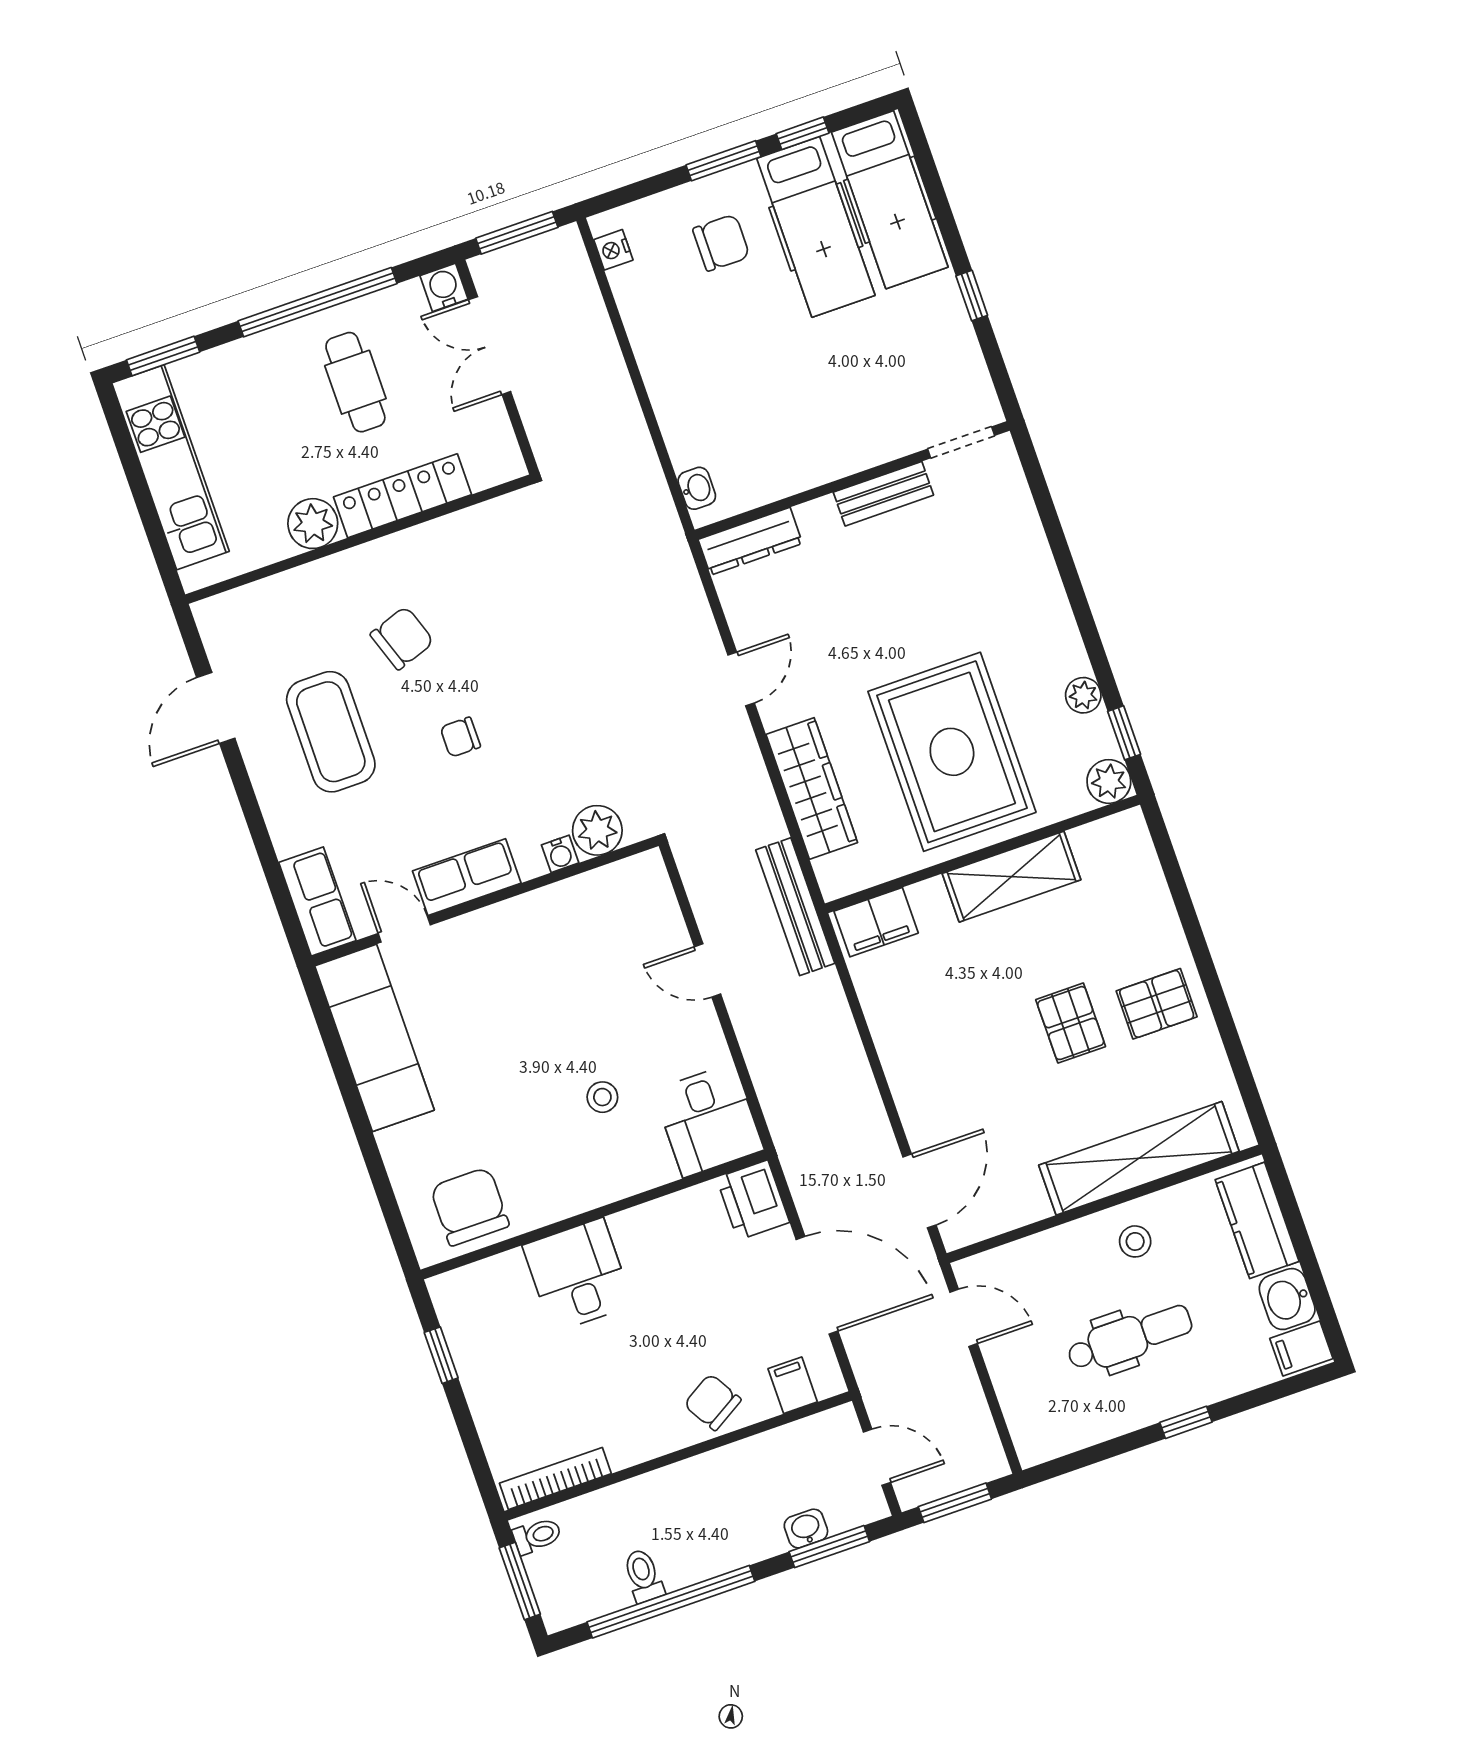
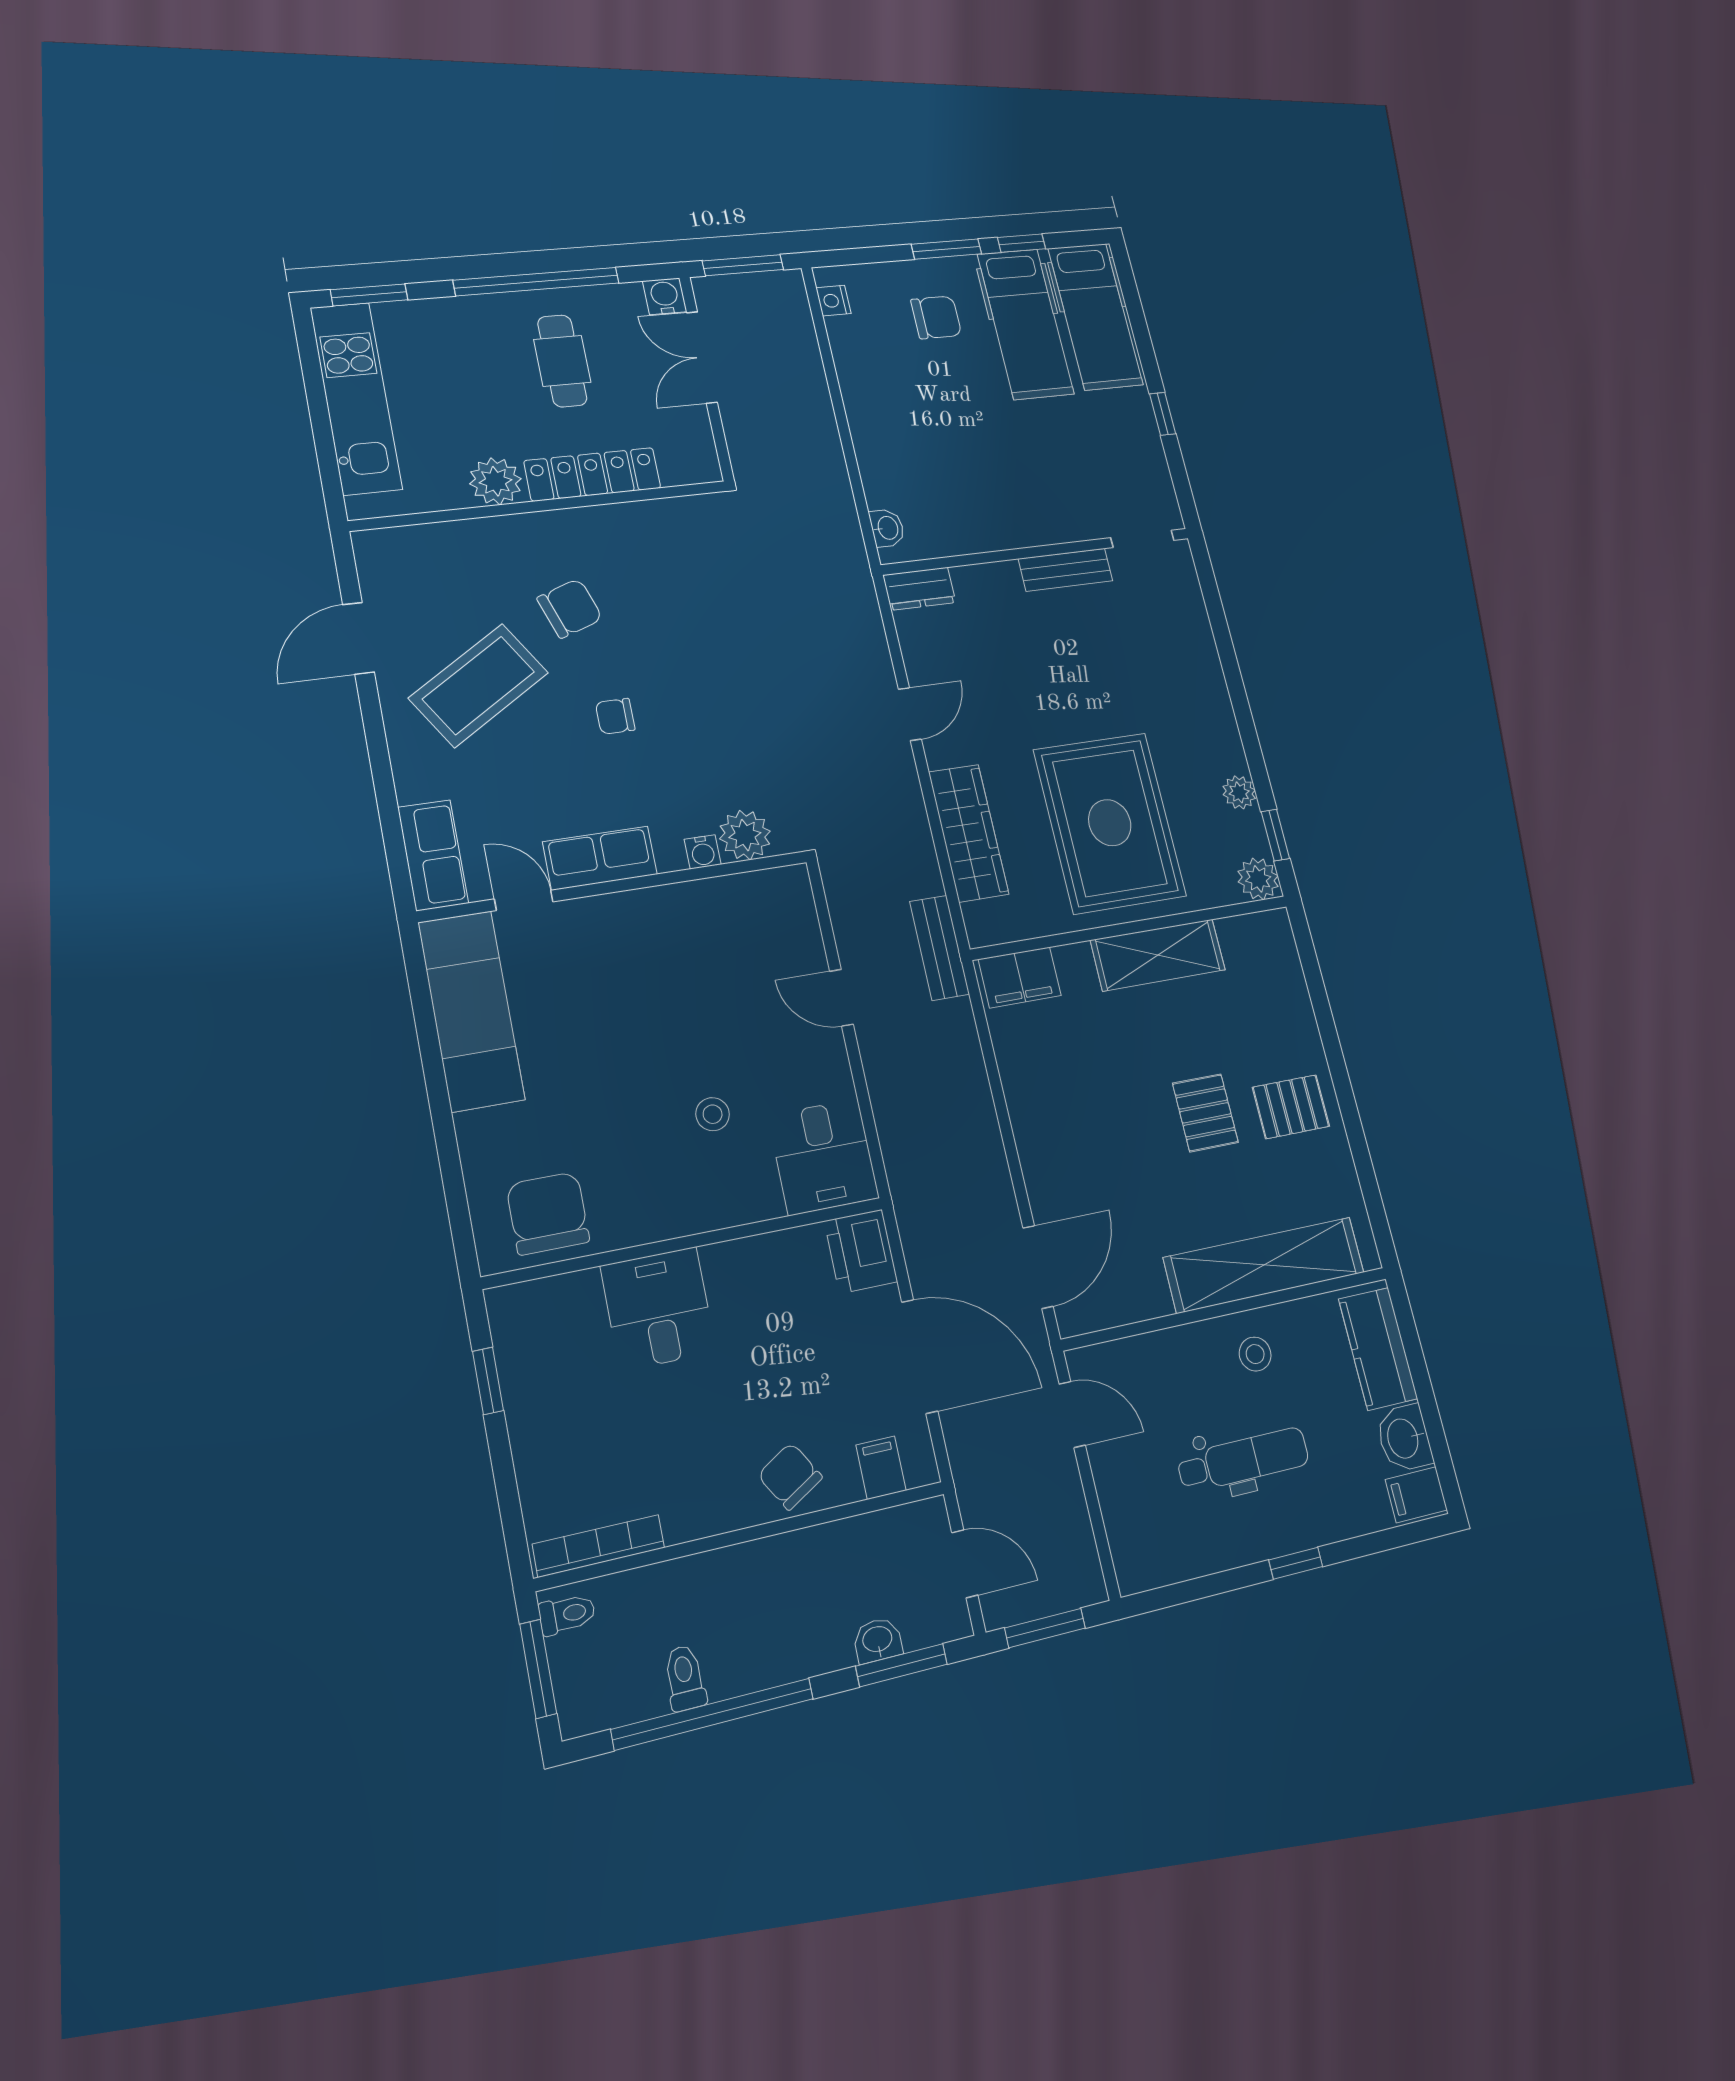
dresser: (750, 541) -> (919, 589), width x0.70
coffee table: (331, 732) -> (479, 685), turned 58
bench: (795, 907) -> (939, 948), width x0.73

